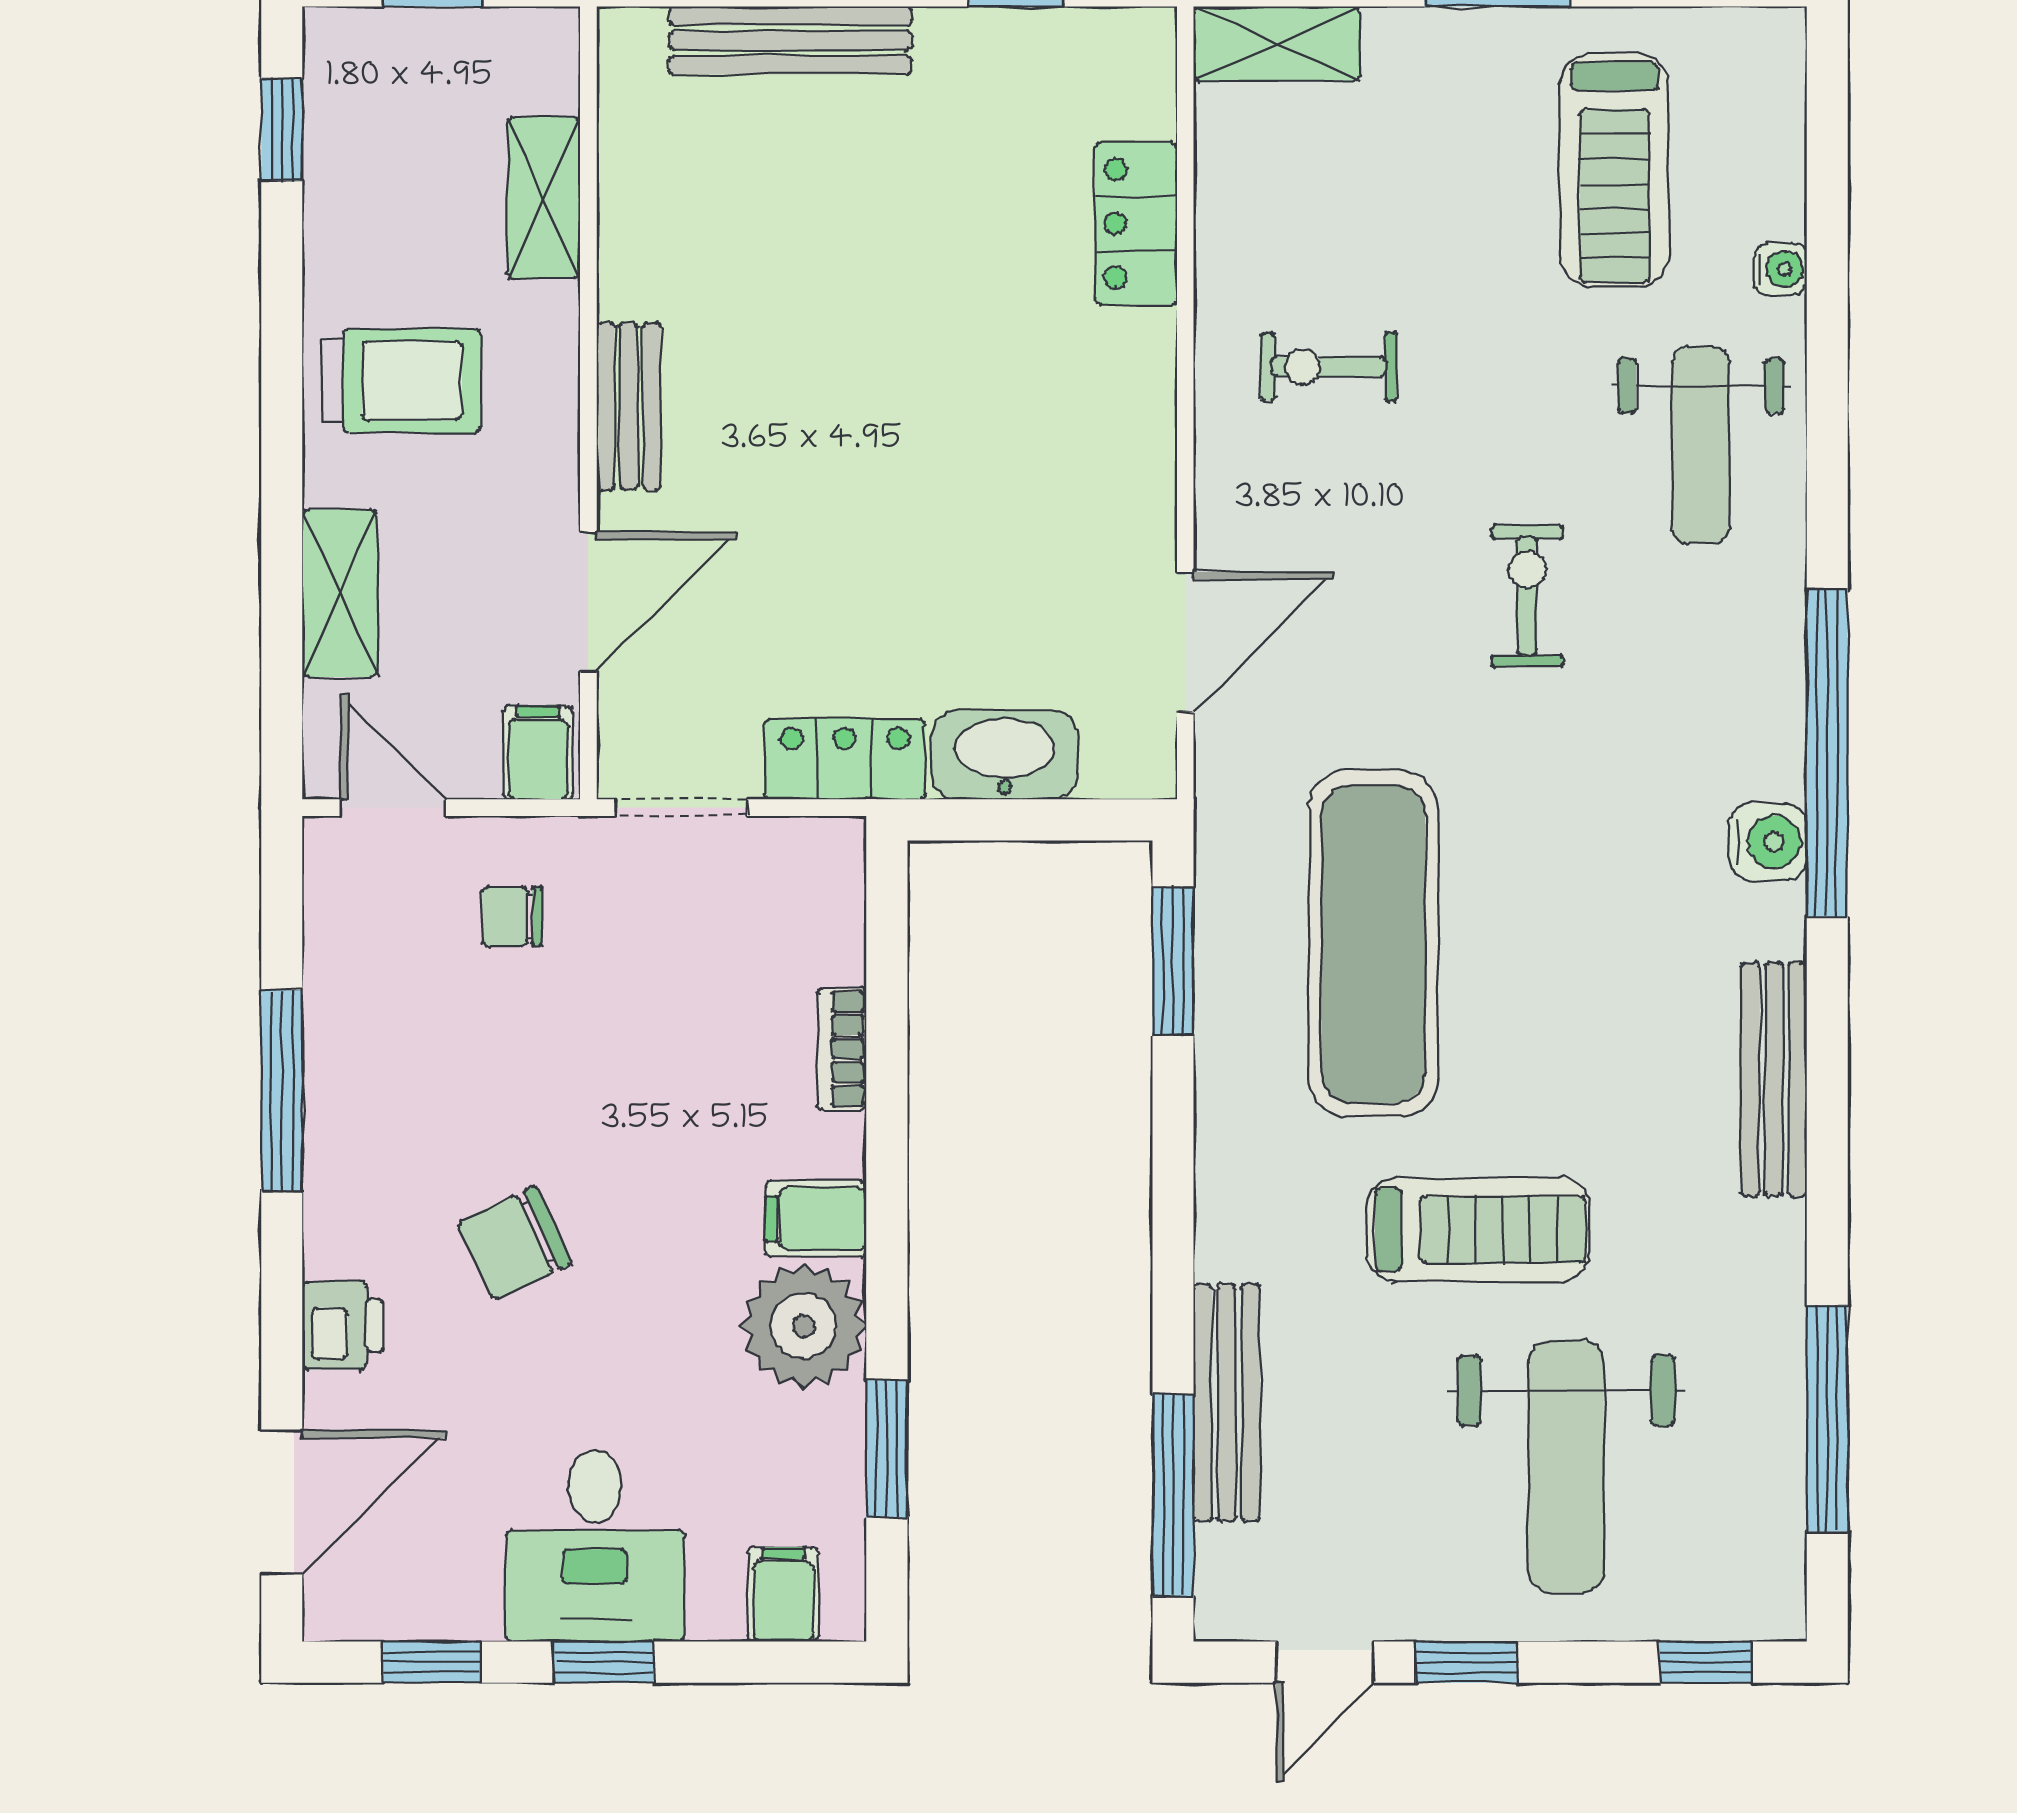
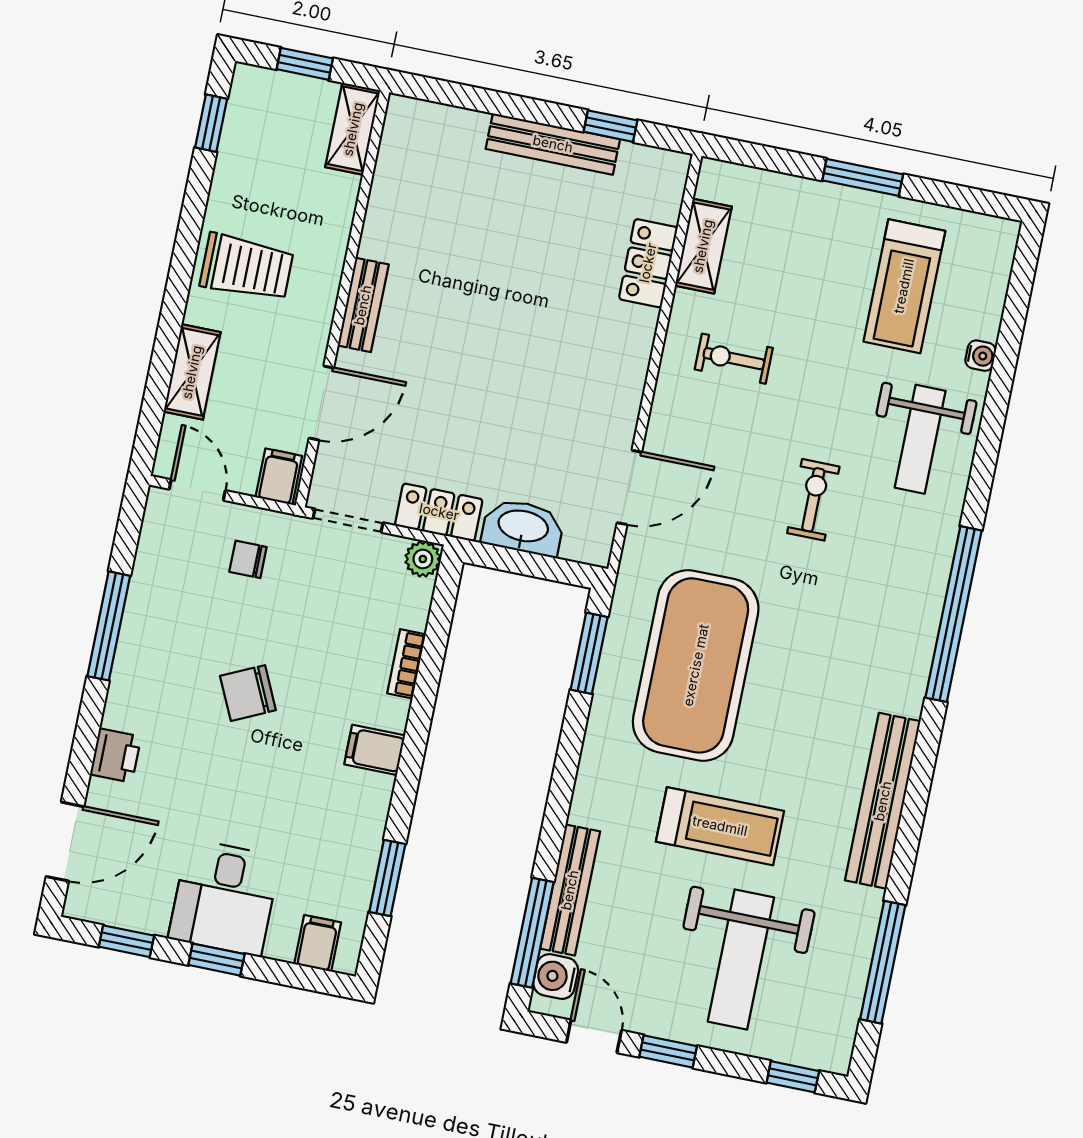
bench: (790, 40) -> (553, 144), moved
shelving: (1277, 44) -> (703, 246), moved, turned 90
shelving: (544, 198) -> (353, 129), moved
water cooler: (1768, 842) -> (556, 977), moved, turned 180
exercise mat: (1373, 944) -> (696, 665), width x1.47
bench: (1774, 1079) -> (883, 801), width x1.37, depth x1.21
chair: (514, 1243) -> (248, 693), moved
plant: (804, 1326) -> (423, 559), moved, width x0.53, depth x0.53
door: (1325, 1662) -> (594, 1036), swing flipped

